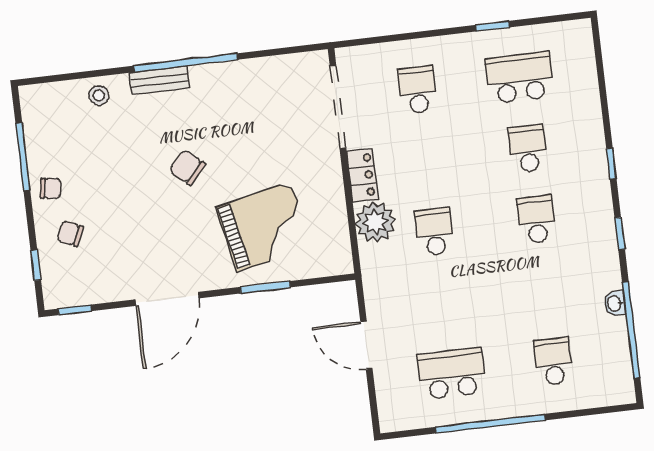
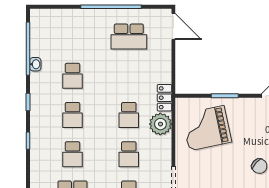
school desk: (426, 161) -> (129, 154), added
locker: (362, 175) -> (164, 98), moved
grand piano: (264, 227) -> (207, 128), moved
door: (366, 345) -> (173, 27), moved
school desk: (553, 361) -> (73, 76), moved

